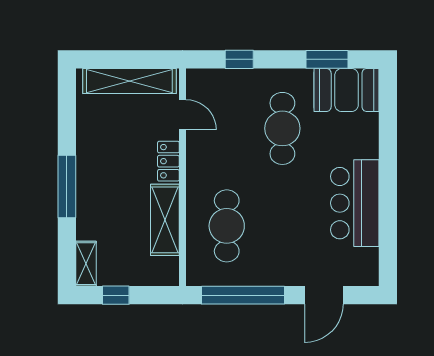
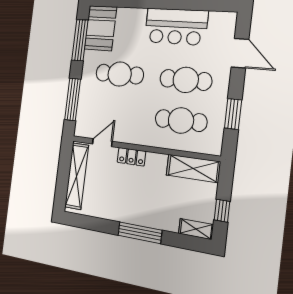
window: (239, 59) -> (73, 99), width x2.17
window: (327, 59) -> (80, 40), width x1.44
shelving: (165, 220) -> (193, 168), moved
cafe table: (282, 226) -> (186, 80), added
window: (243, 295) -> (233, 114), width x0.47

